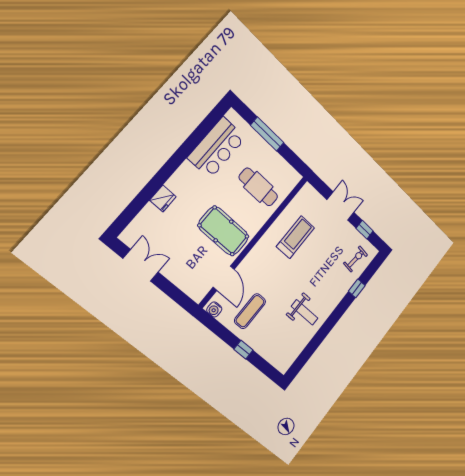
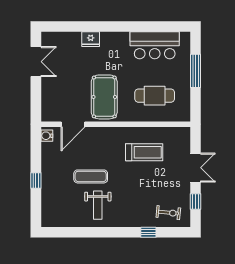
cafe table: (258, 187) -> (155, 96), turned 90
exercise mat: (250, 311) -> (91, 176), moved

